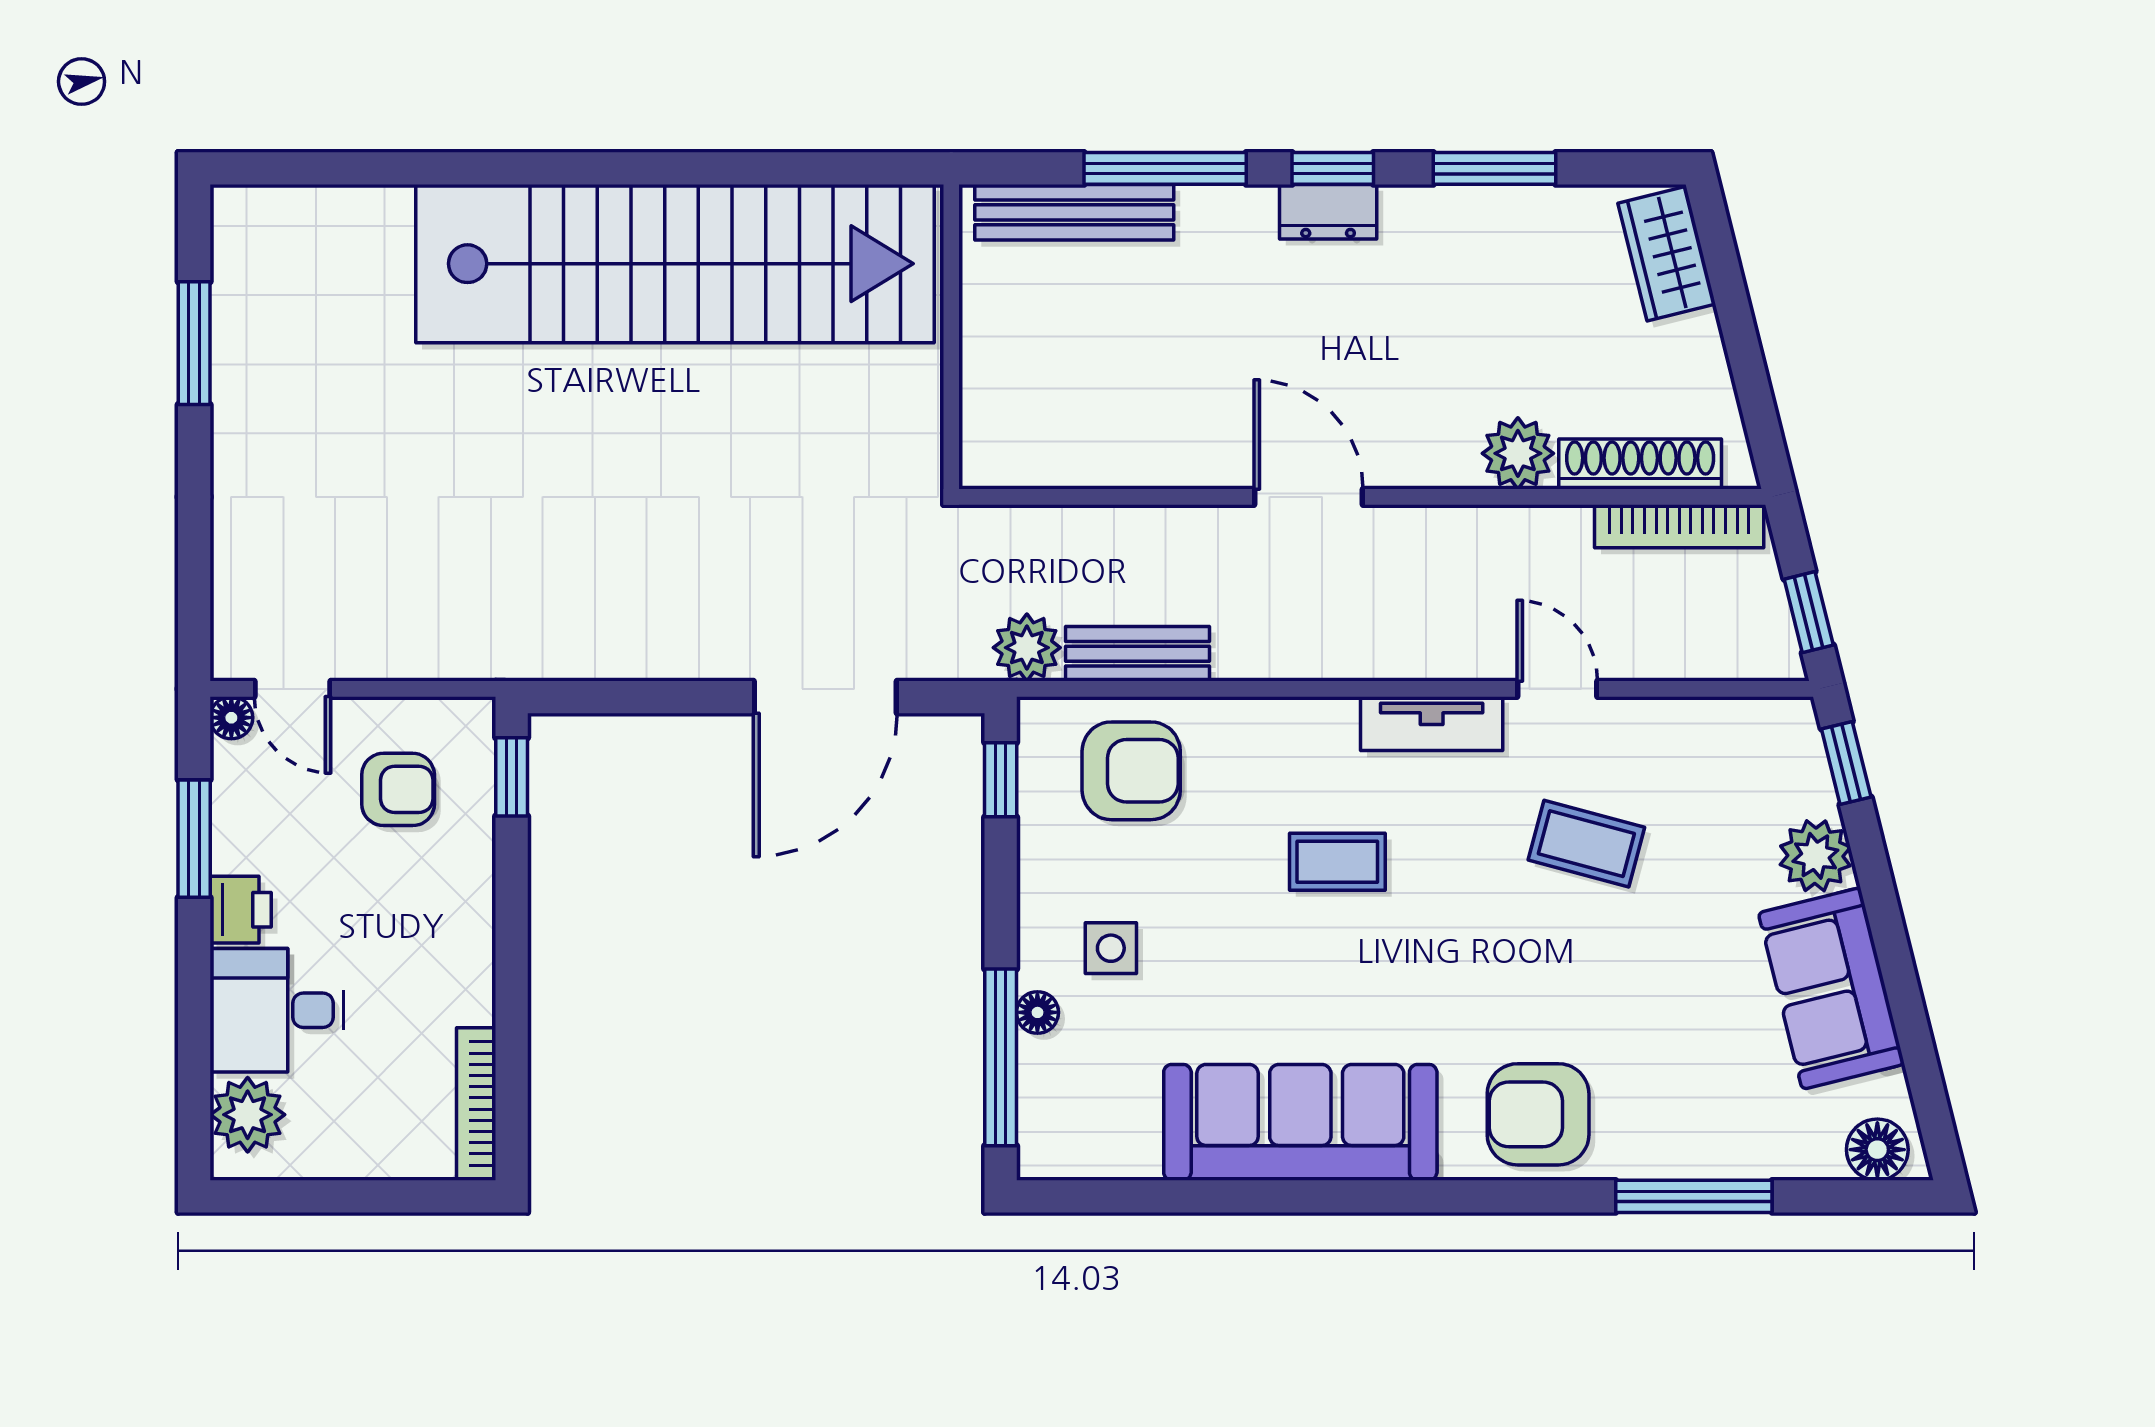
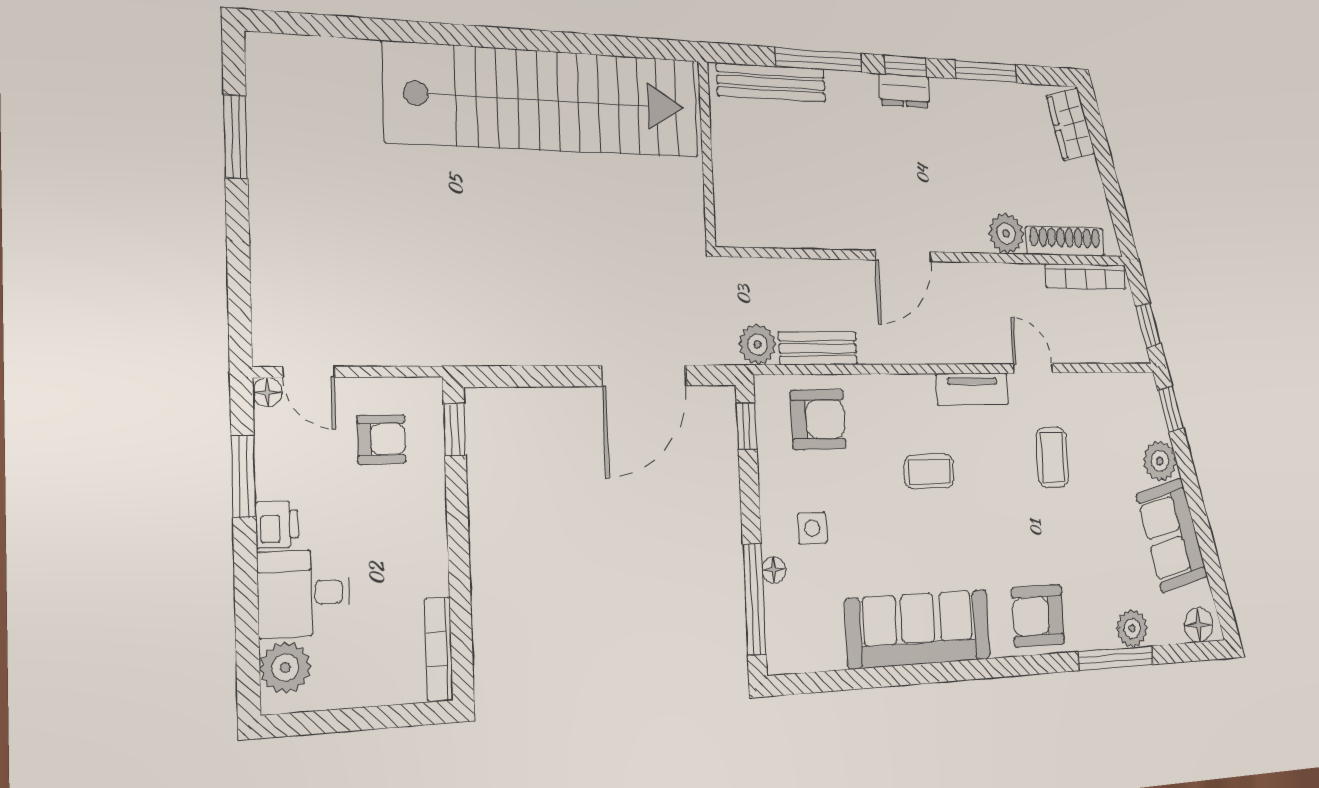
door: (1308, 497) -> (903, 256), swing flipped
coffee table: (1586, 844) -> (1052, 457), turned 75
plant: (1733, 1147) -> (1132, 628), added

